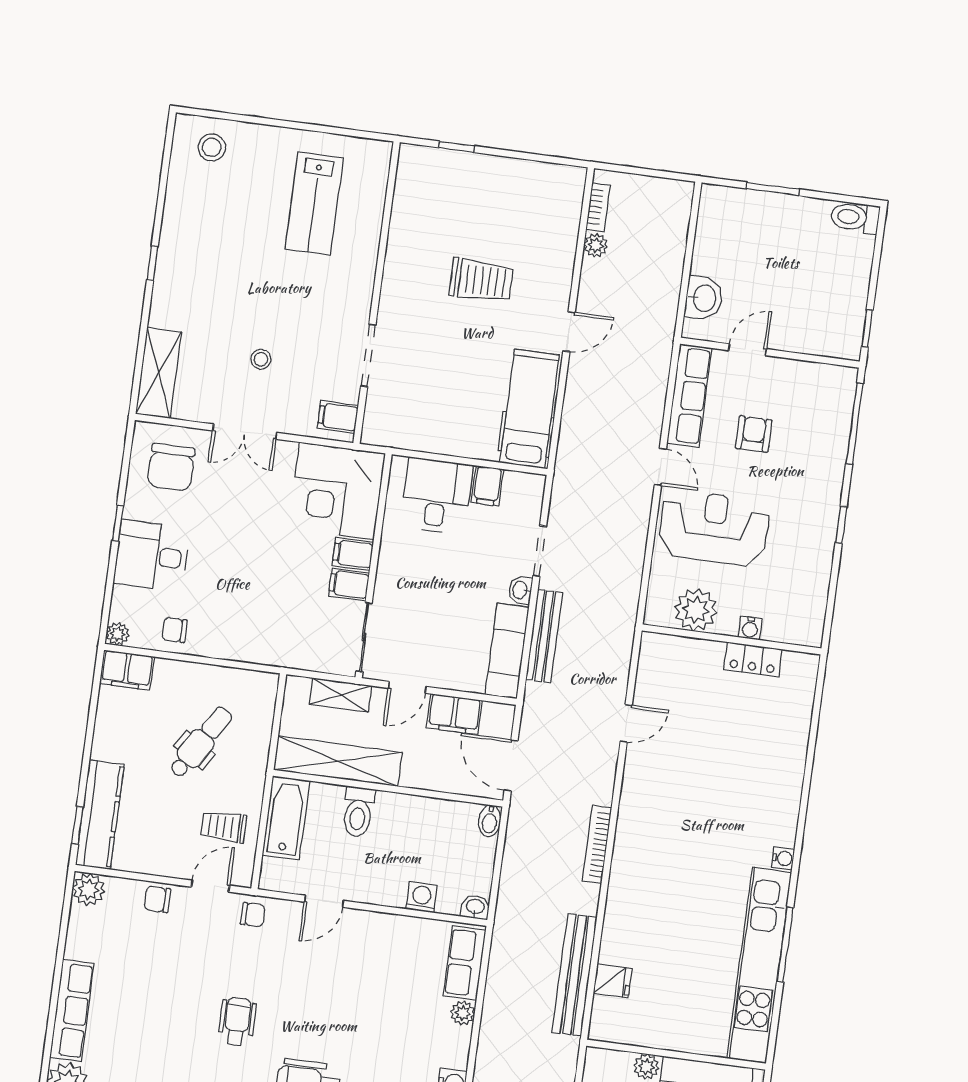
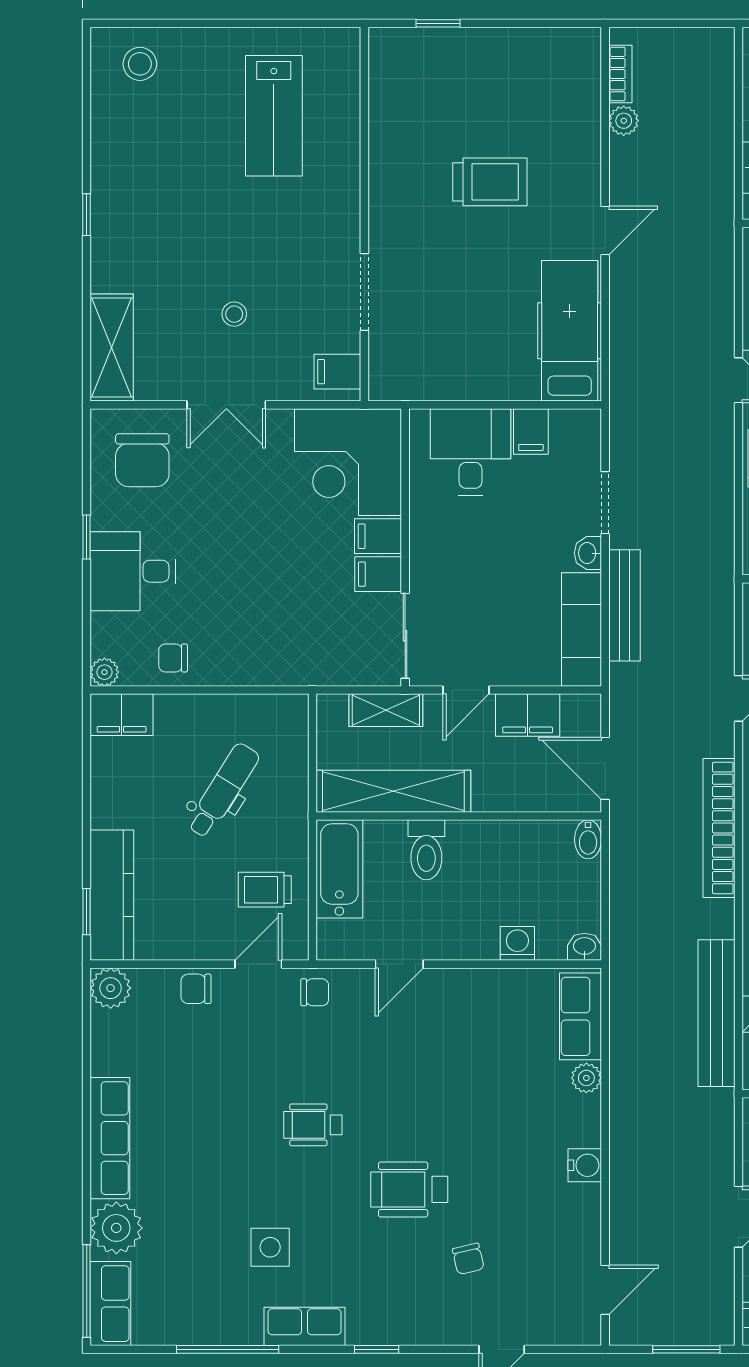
bookcase: (597, 844) -> (719, 828), width x1.48, depth x1.31
wheelchair: (237, 1022) -> (313, 1125), turned -90

